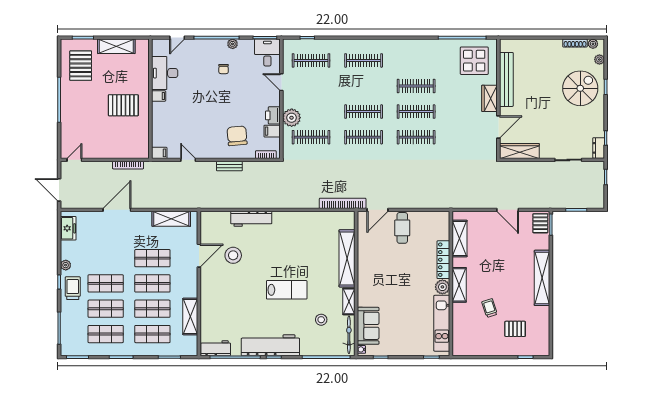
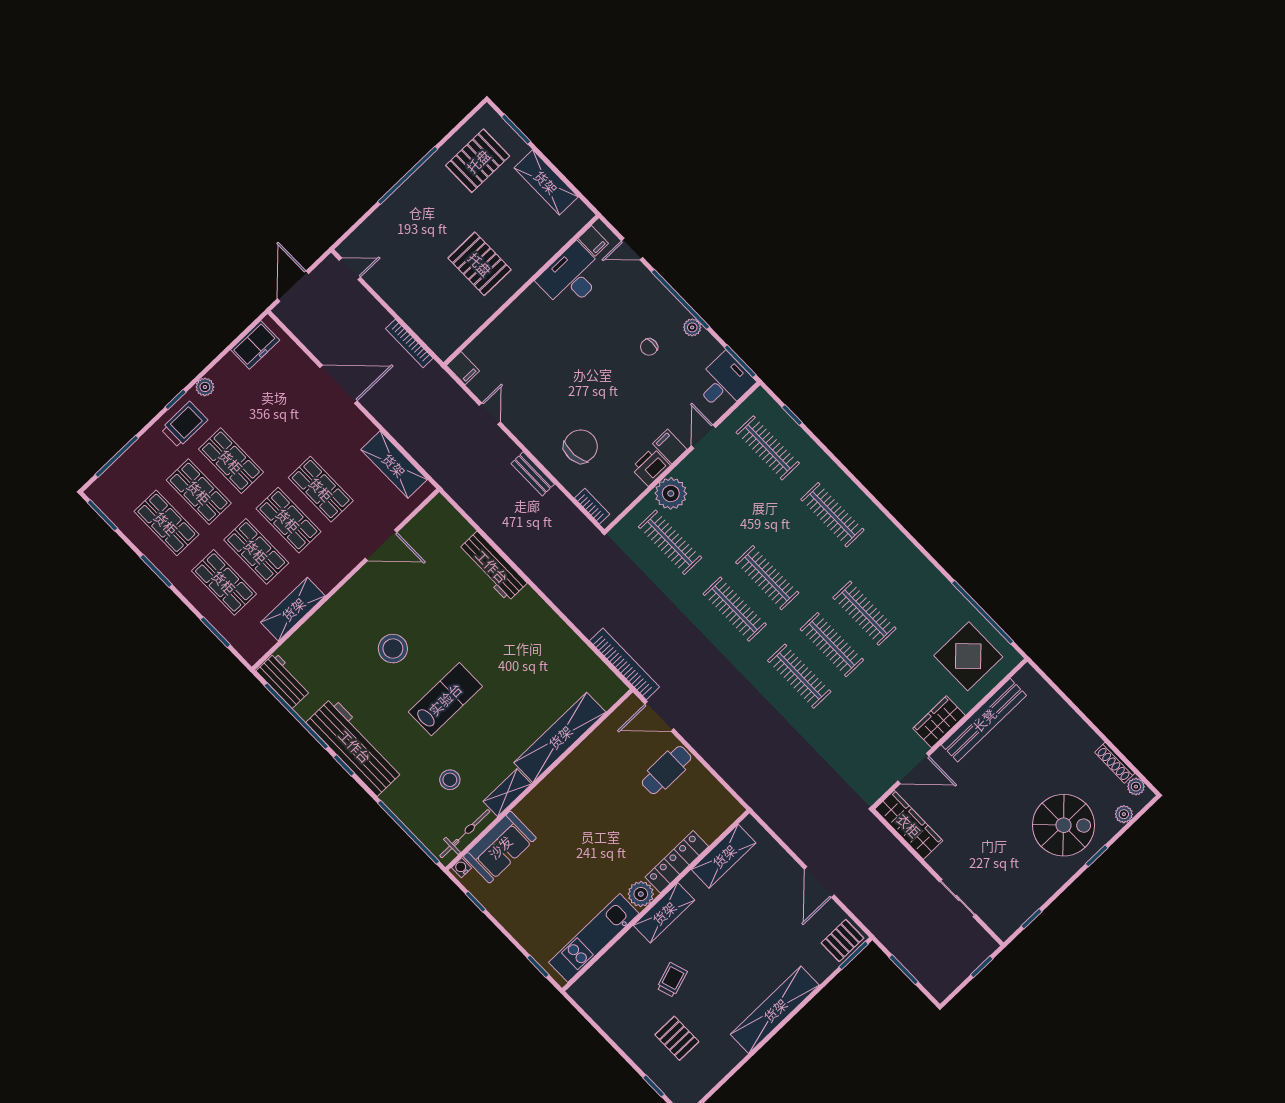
filing cabinet: (159, 96) -> (593, 241), moved
filing cabinet: (272, 131) -> (670, 447), moved
dresser: (599, 148) -> (1010, 922), removed
stool: (233, 255) -> (393, 649), moved
lab bench: (287, 290) -> (445, 699), turned -90

